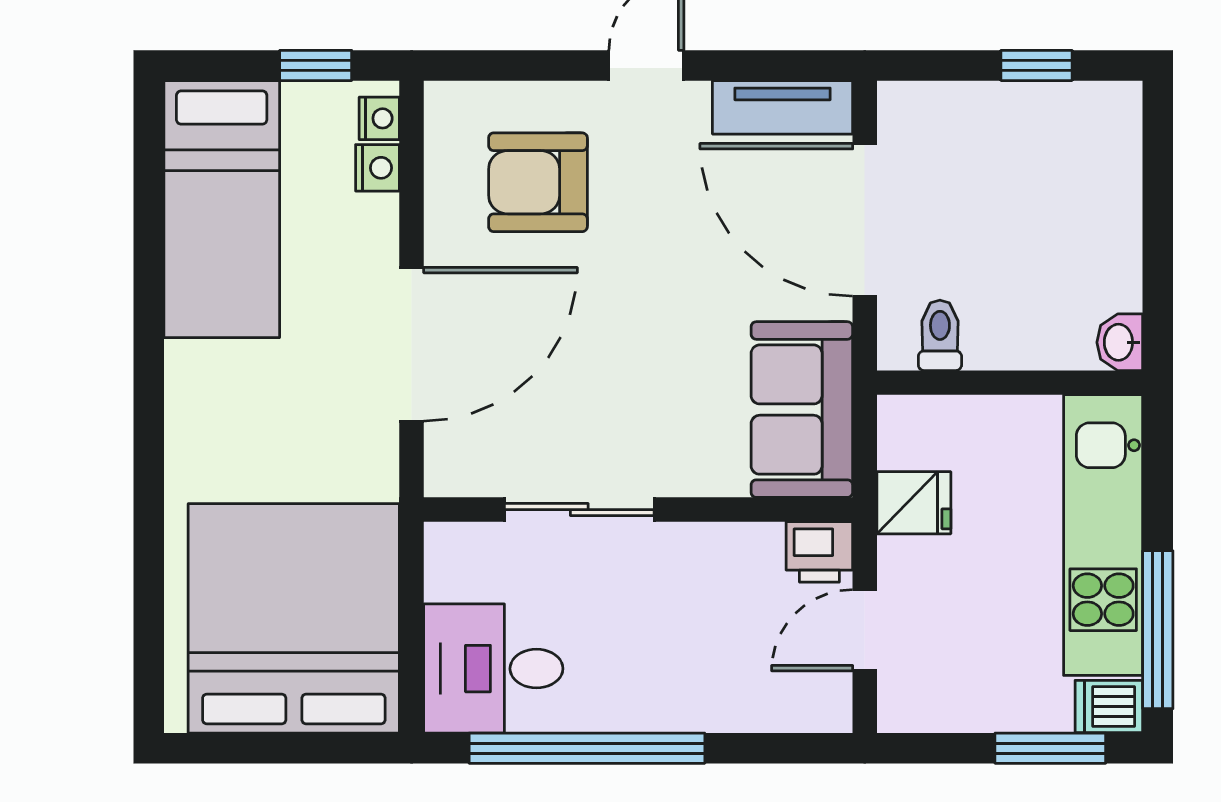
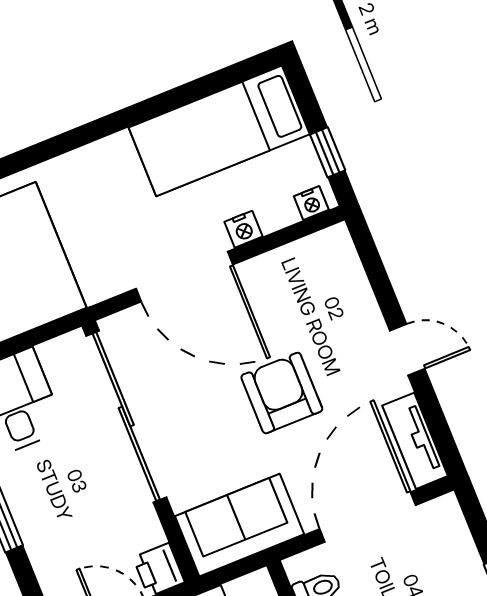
nightstand: (378, 168) -> (243, 229), moved
armchair: (538, 182) -> (282, 393), moved
sliding door: (579, 510) -> (126, 417), width x1.86

